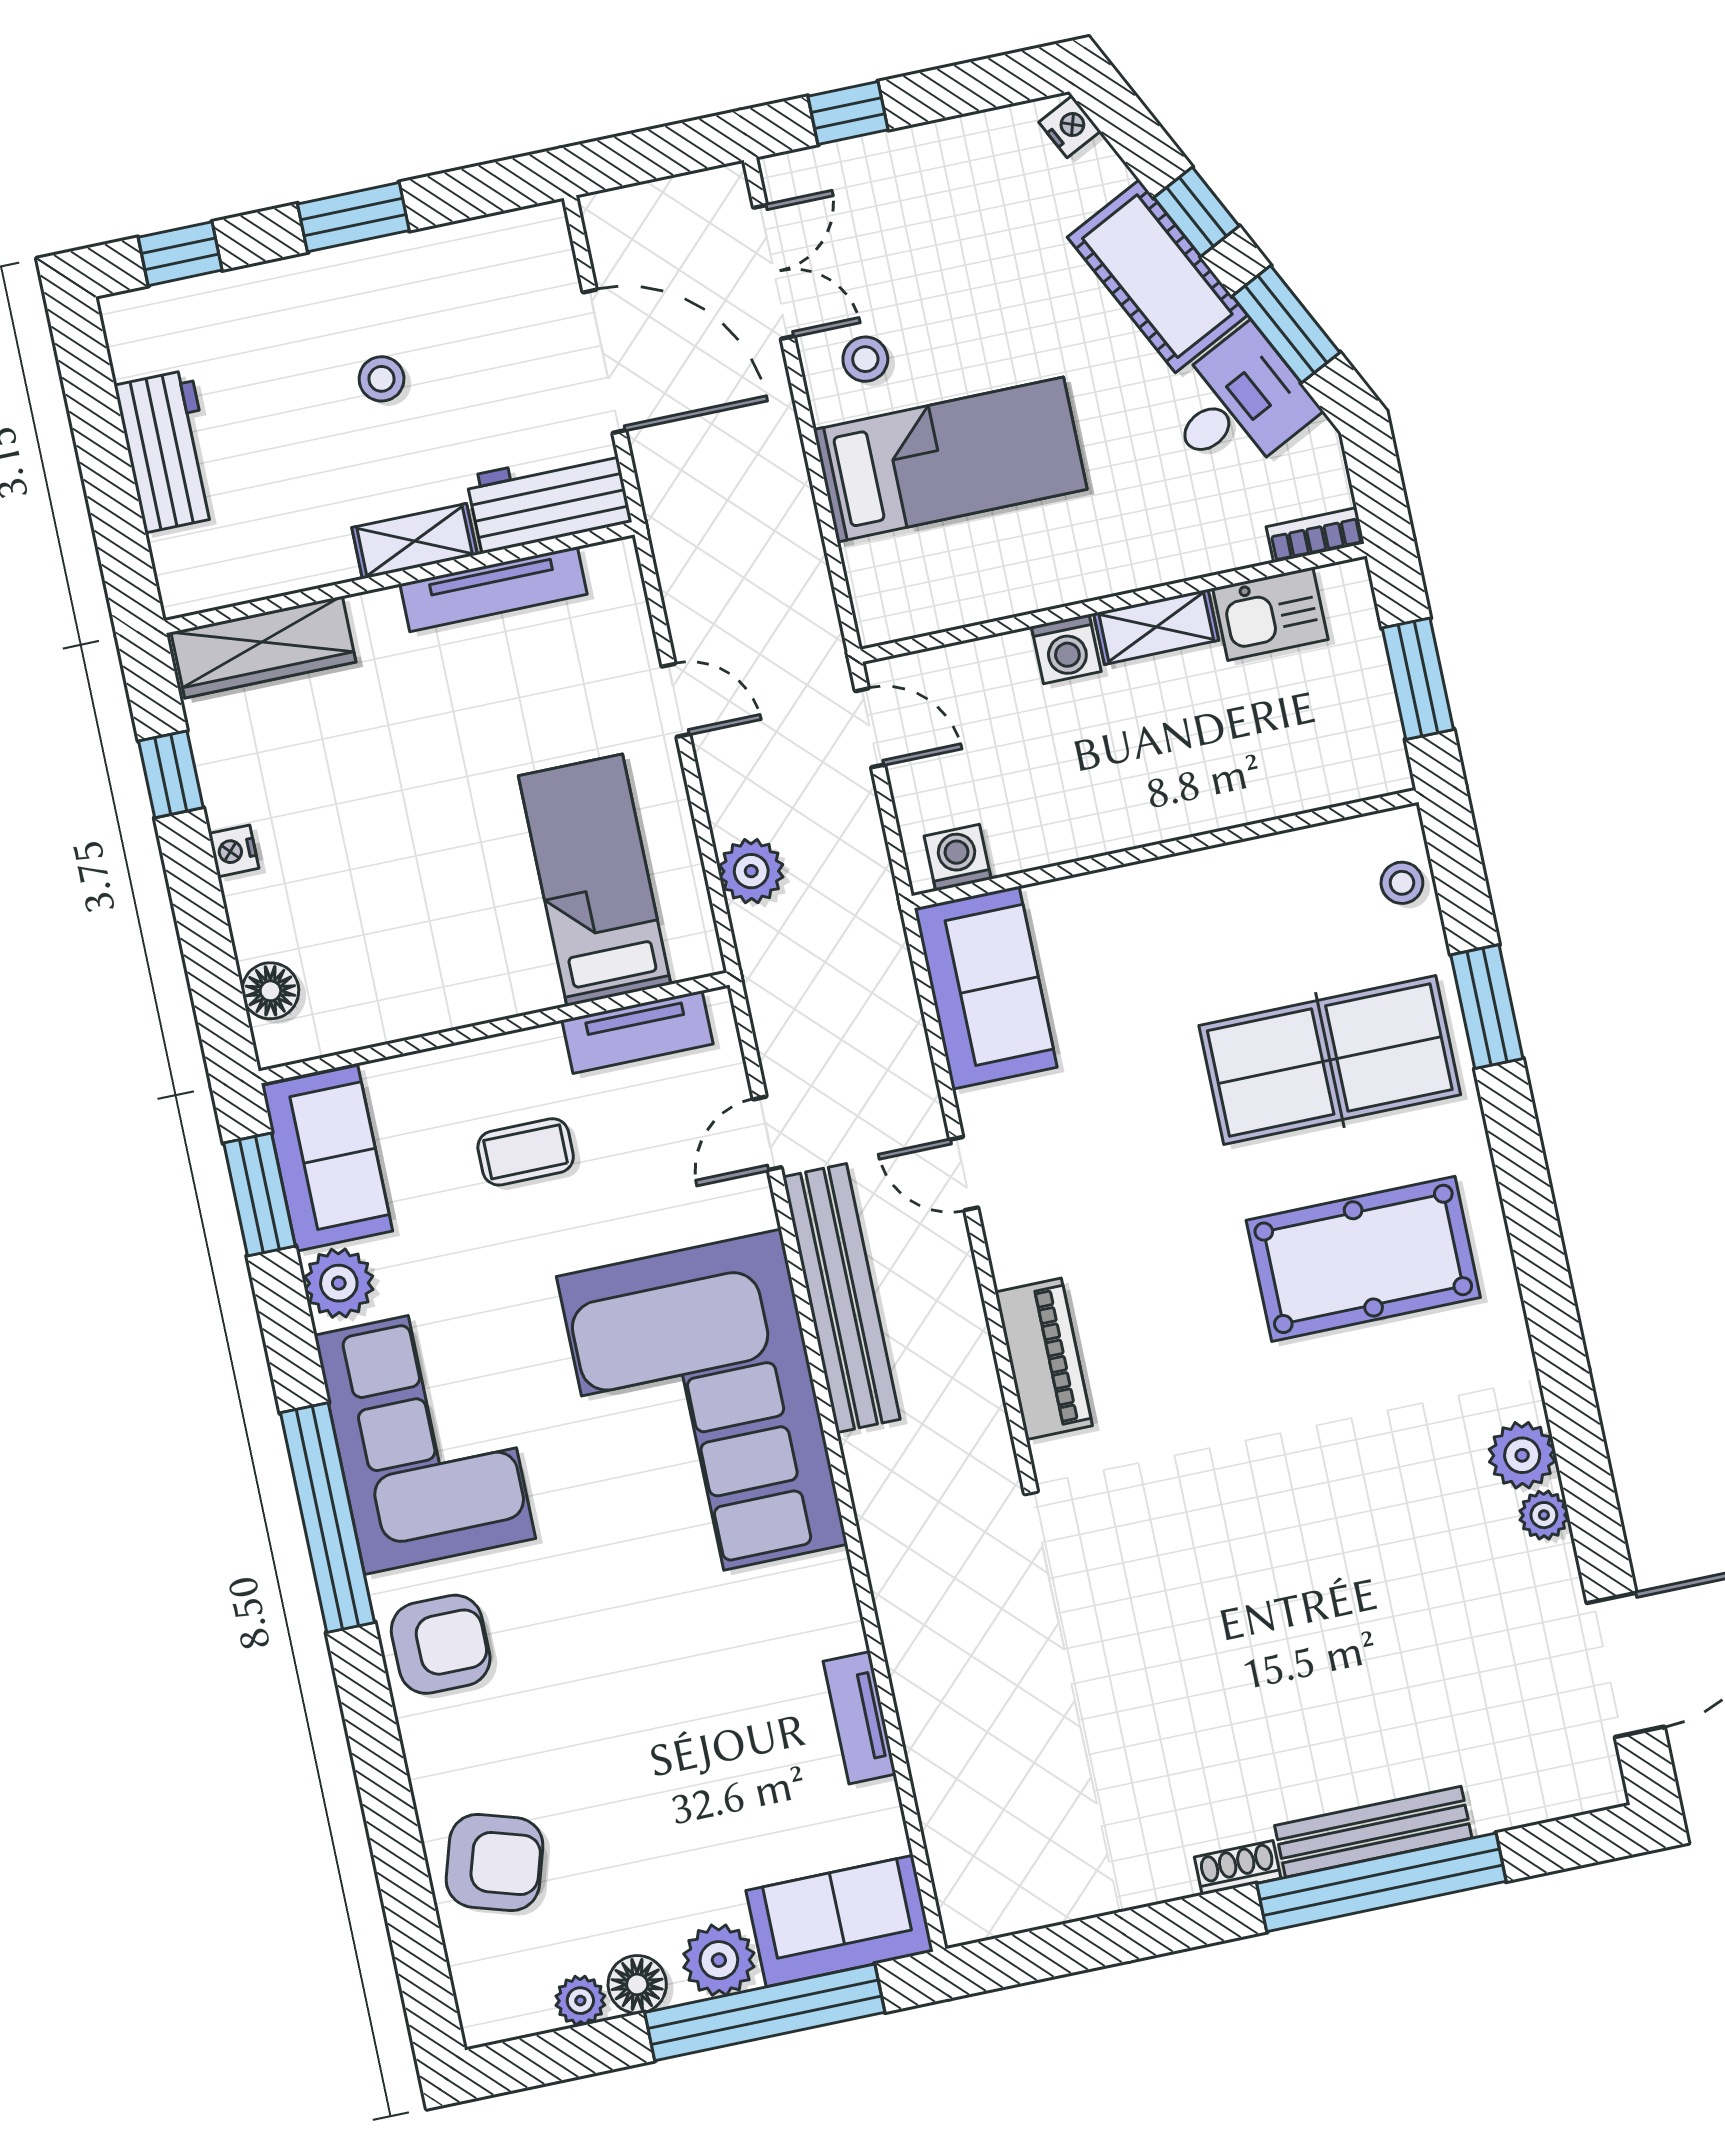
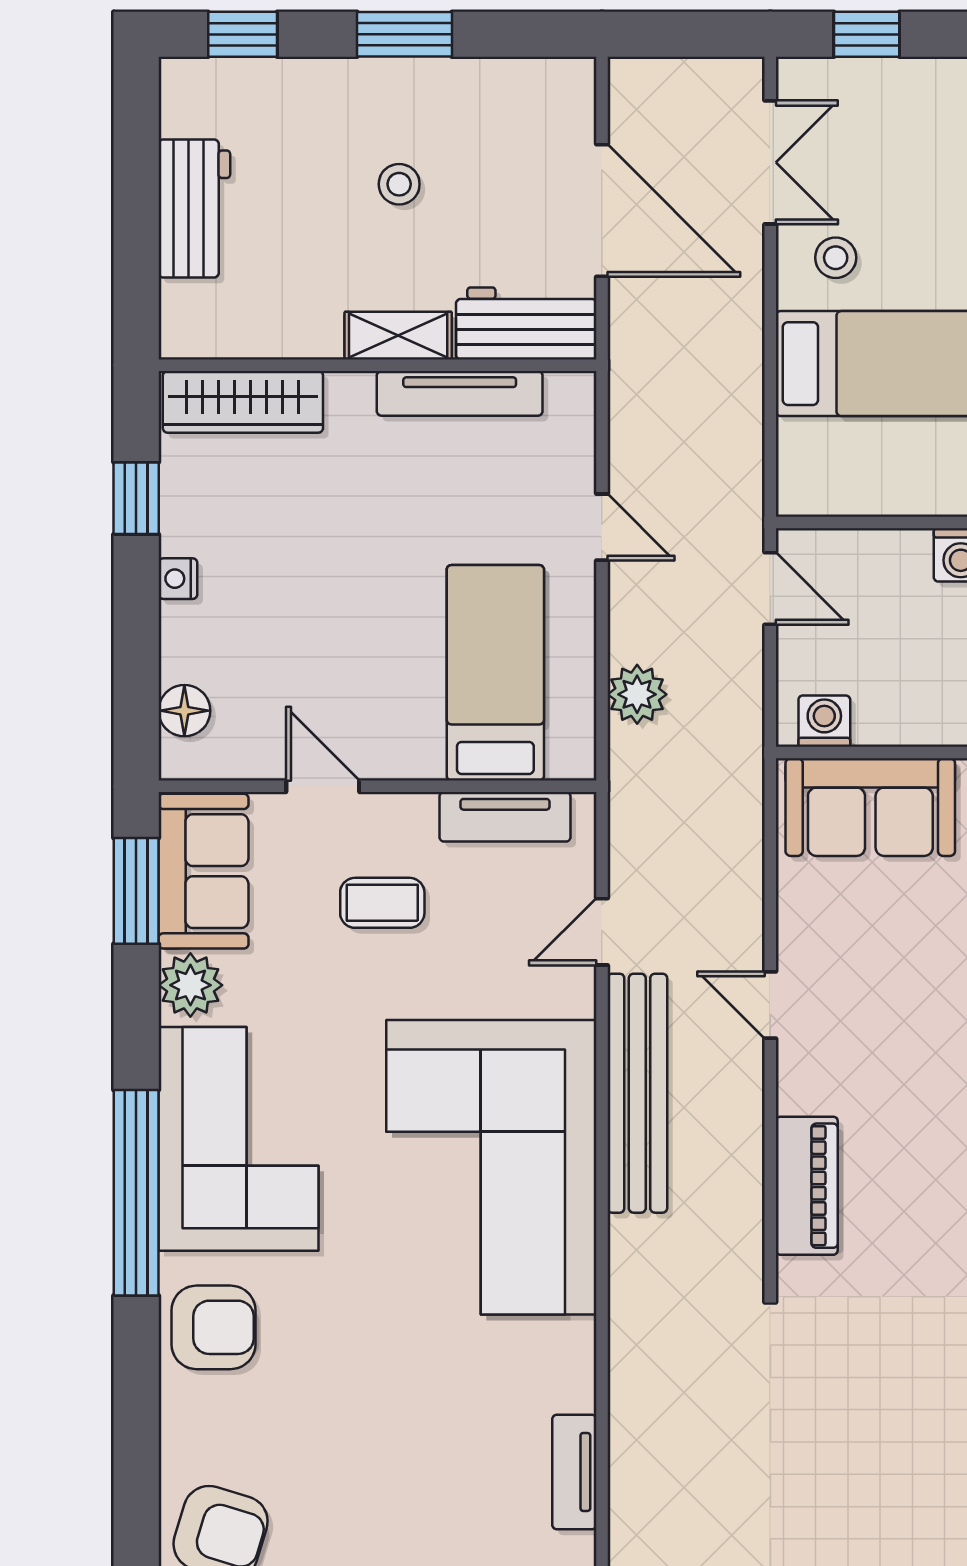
sofa: (986, 988) -> (870, 807), moved, turned 90
door: (436, 1040) -> (323, 786), added

